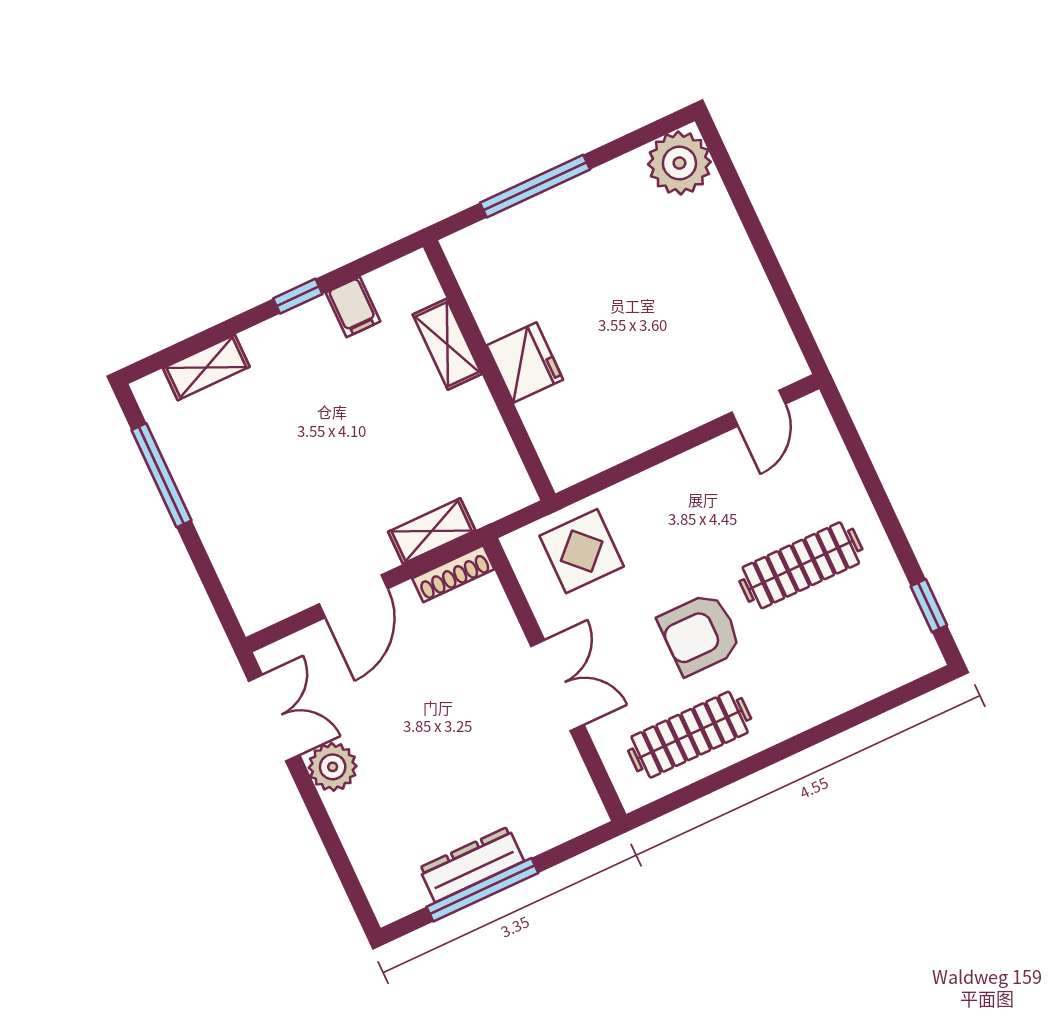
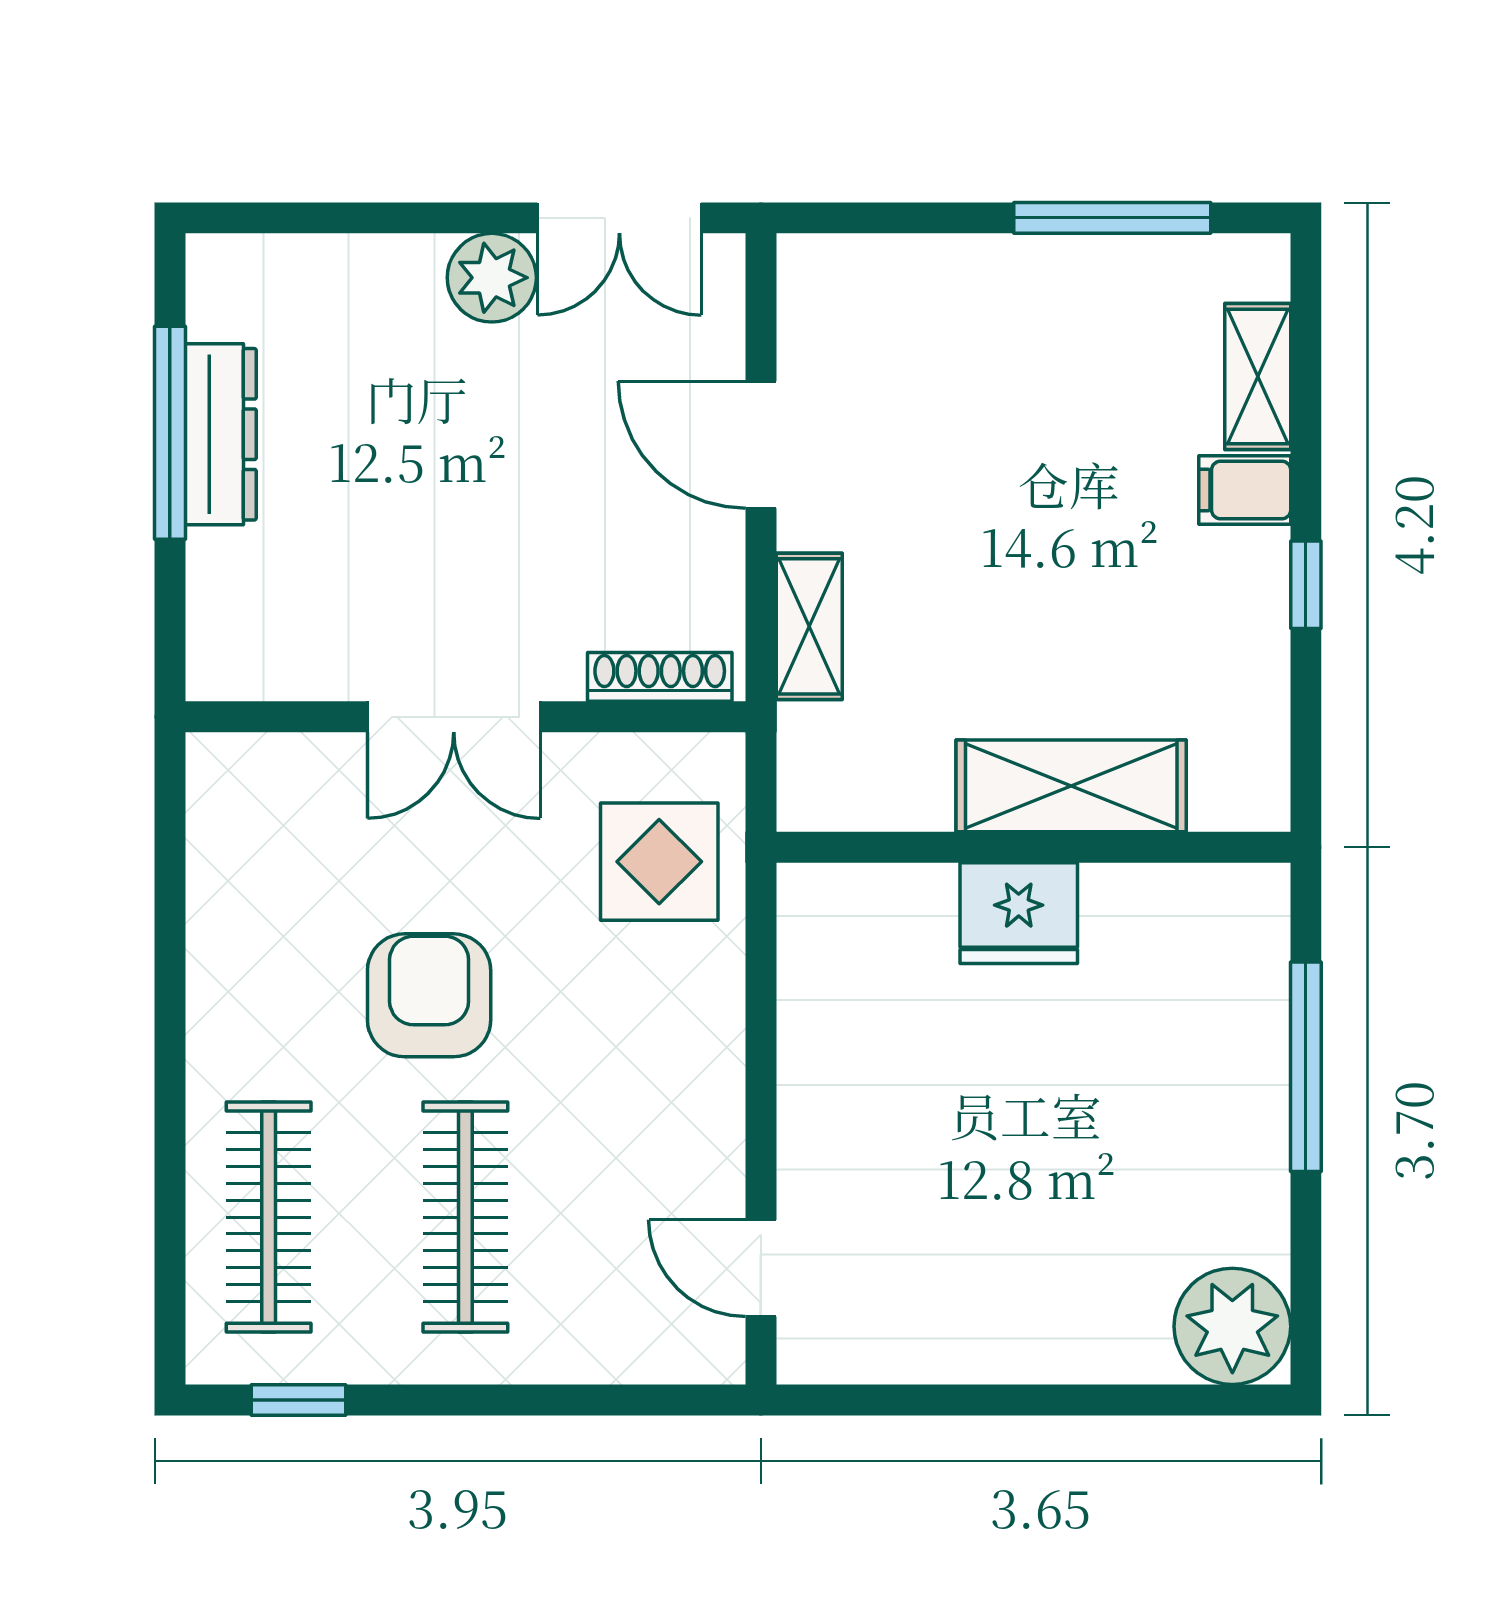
filing cabinet: (353, 307) -> (1245, 490), moved
shelving: (447, 344) -> (1071, 786), width x1.50, depth x1.33
shoe rack: (453, 574) -> (660, 677), moved, turned 90
clothes rail: (690, 735) -> (269, 1217), moved

